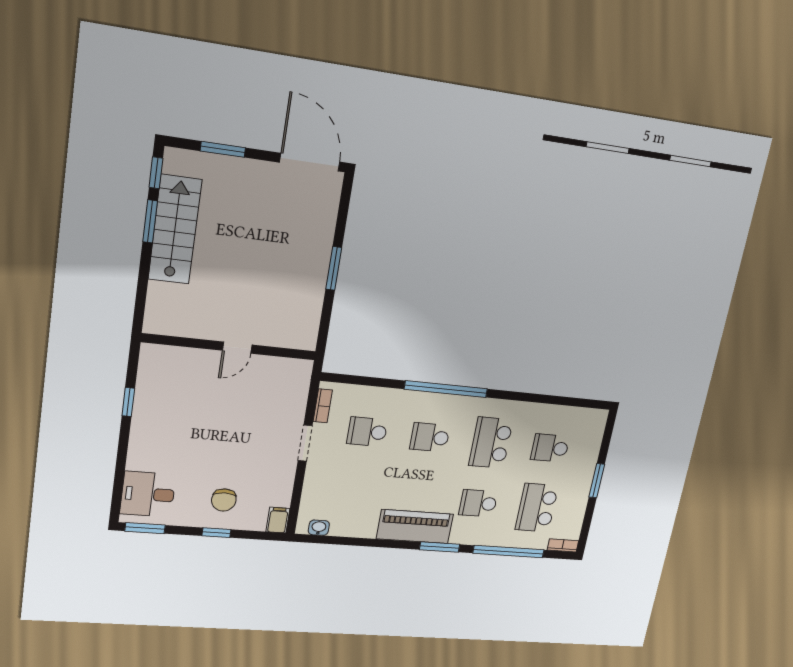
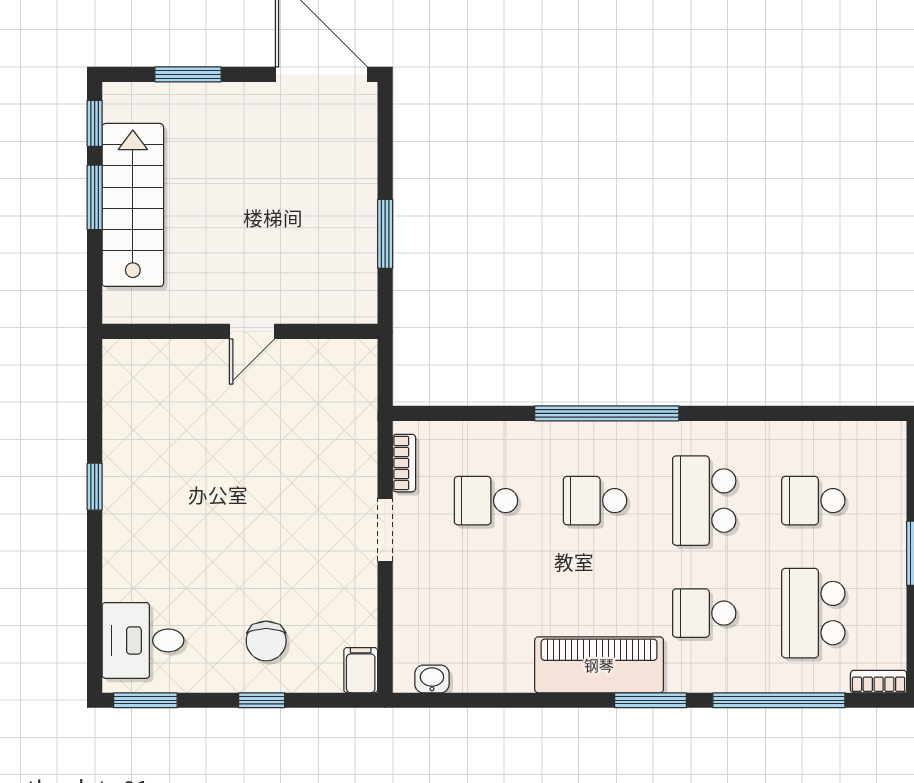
wall: (230, 347) -> (240, 331), moved
door: (237, 348) -> (252, 331), moved

